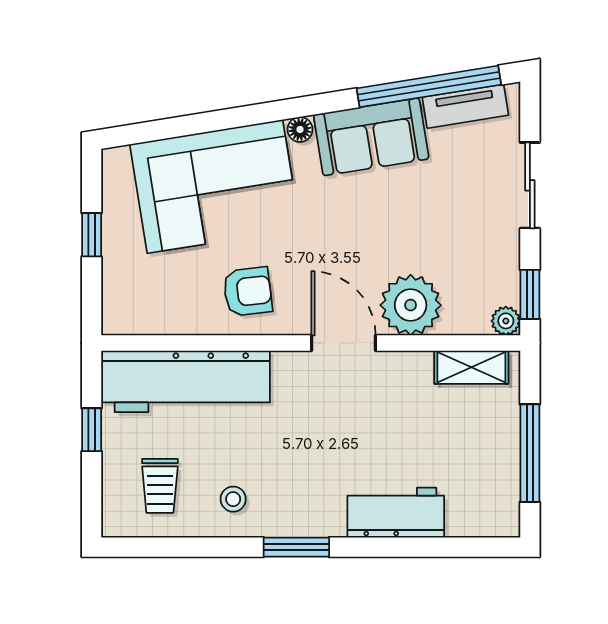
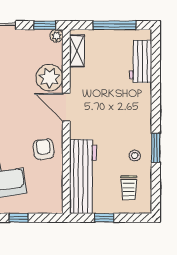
door: (343, 343) -> (66, 107), hinge flipped
trolley: (160, 486) -> (129, 188), turned 90
workbench: (396, 513) -> (141, 61), moved
window: (296, 547) -> (156, 148), moved

